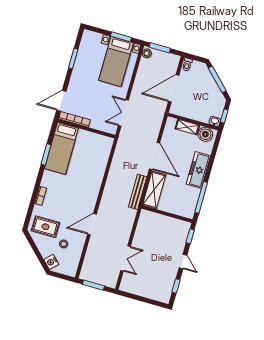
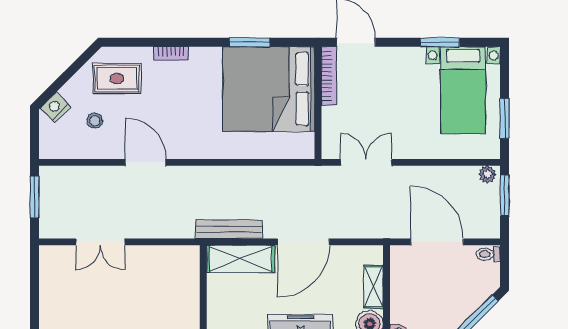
bed with nightstands: (116, 62) -> (463, 90), moved, turned -90
bed: (61, 148) -> (269, 89), width x2.04
rug: (45, 227) -> (117, 79), turned 90

